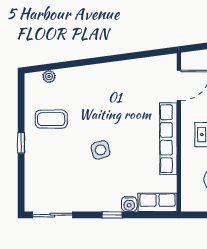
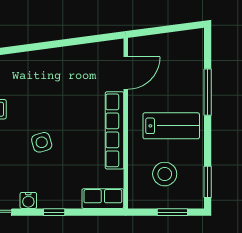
water cooler: (129, 204) -> (28, 200), moved

